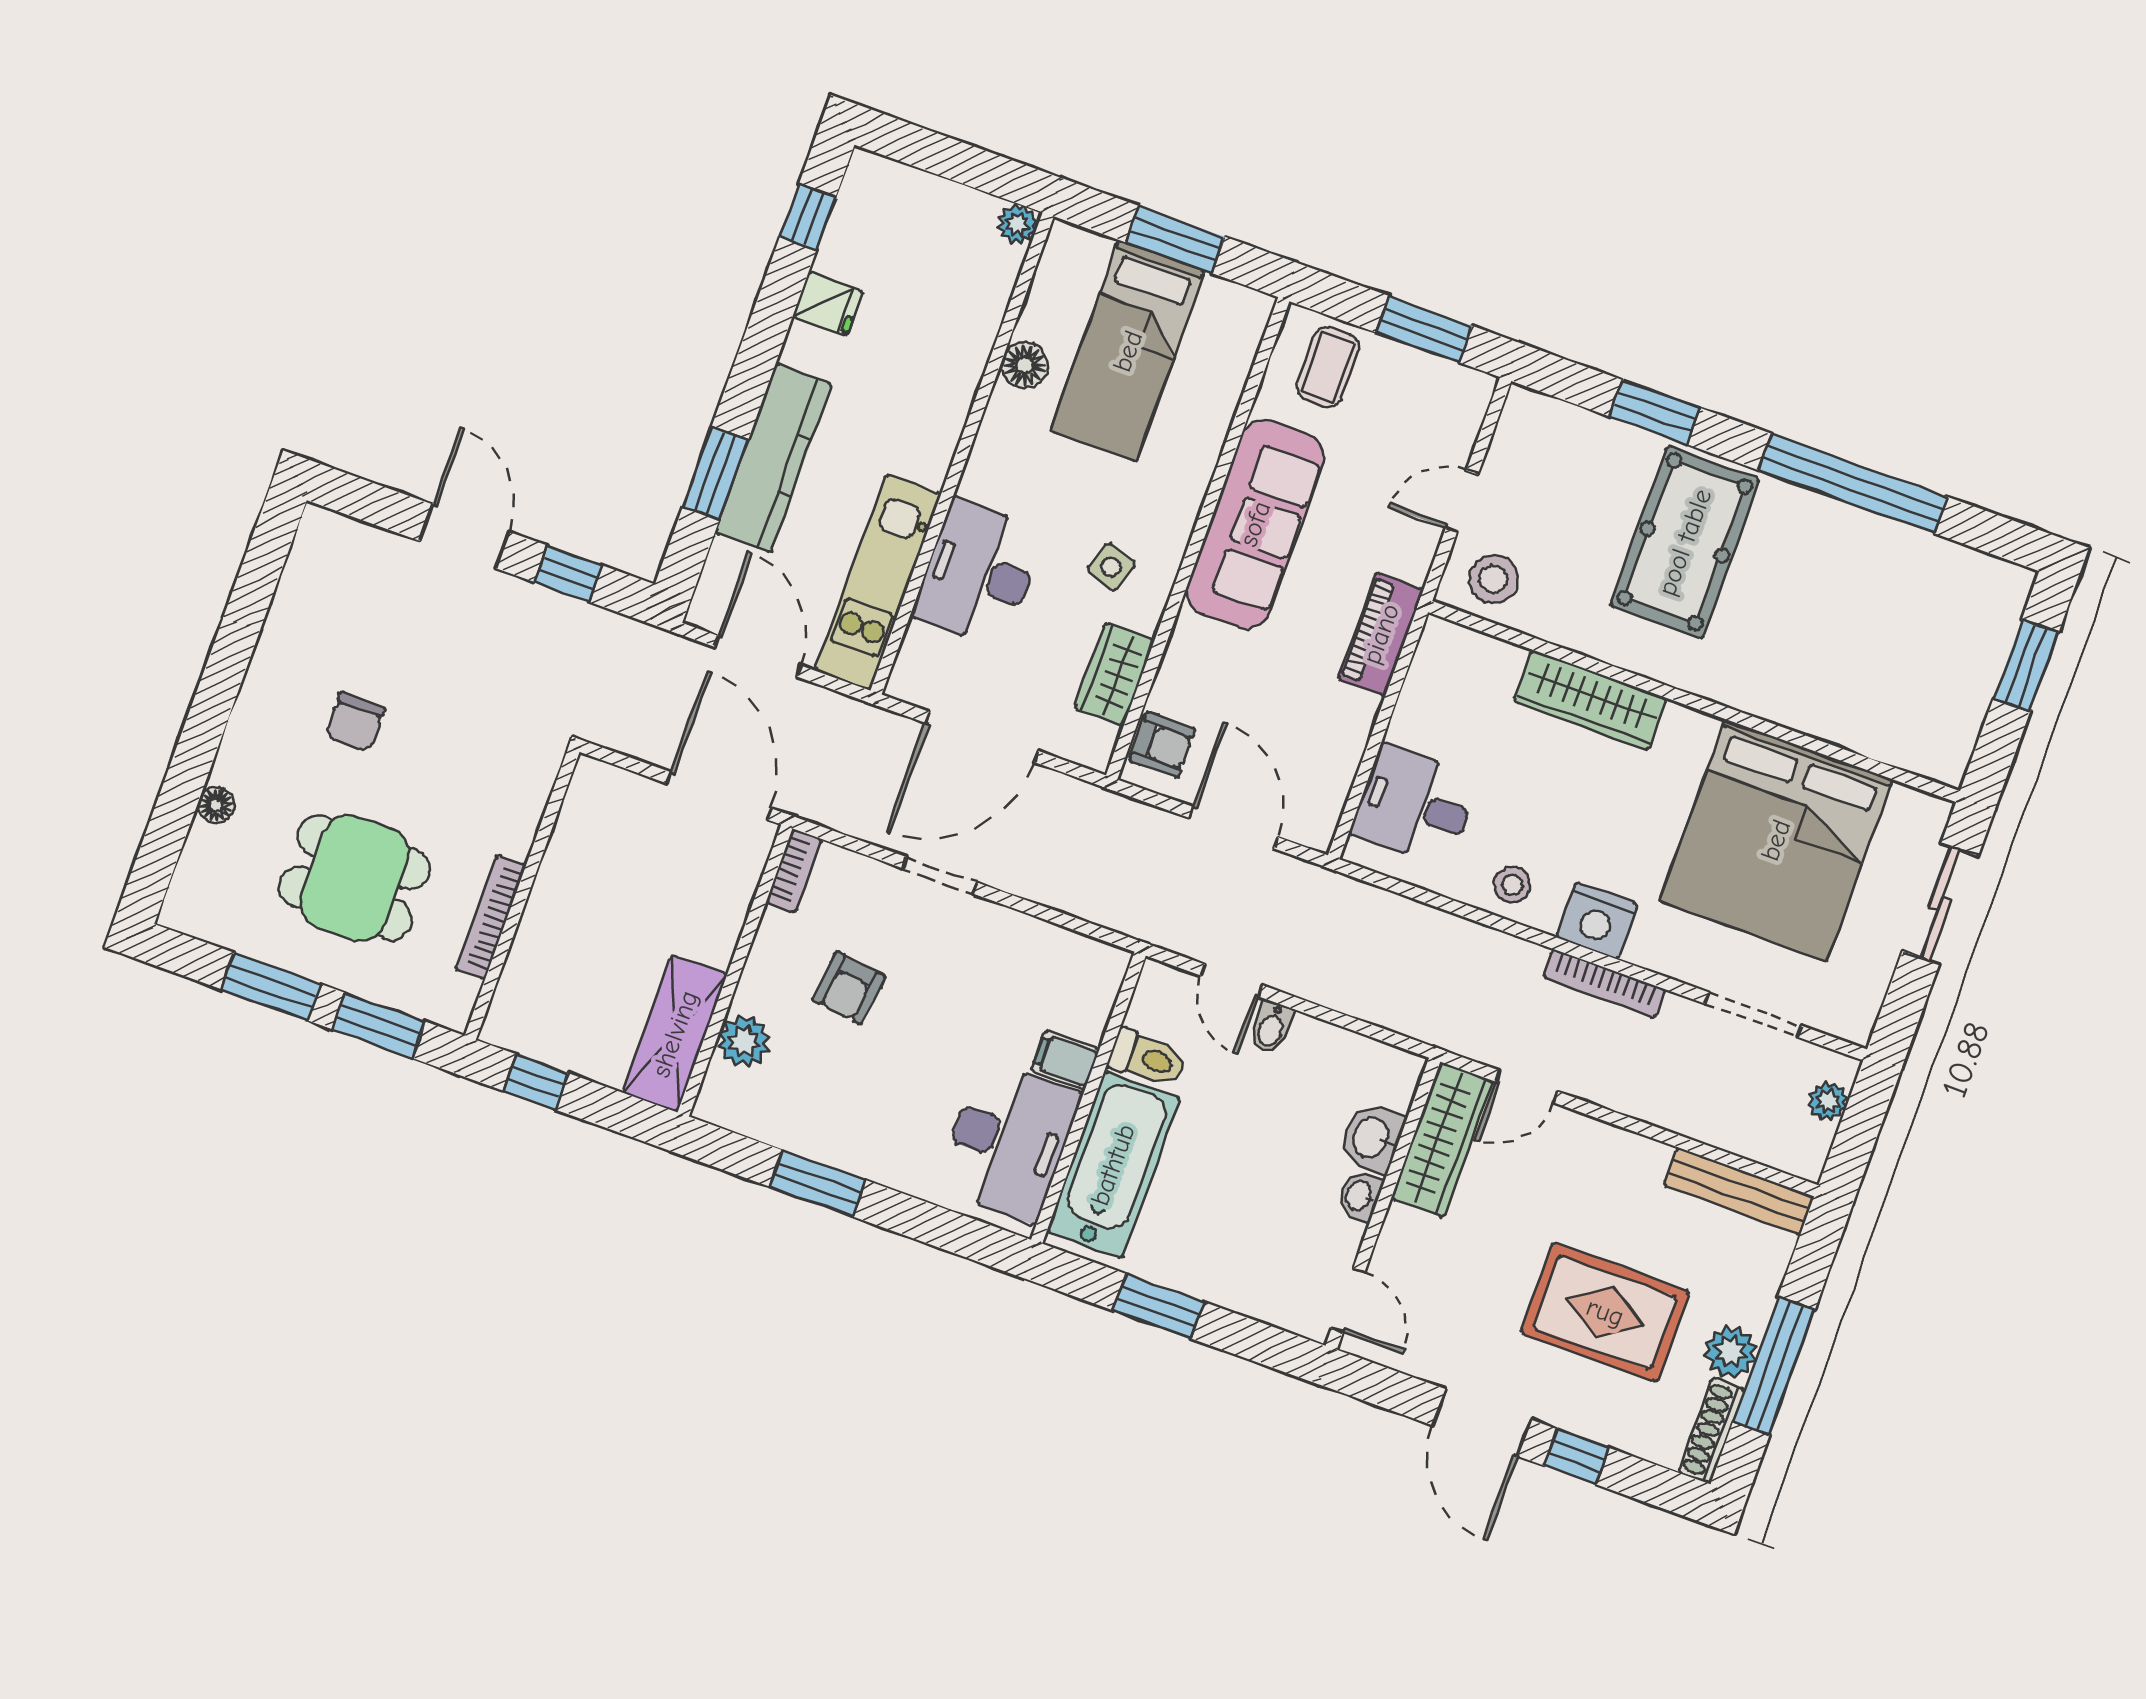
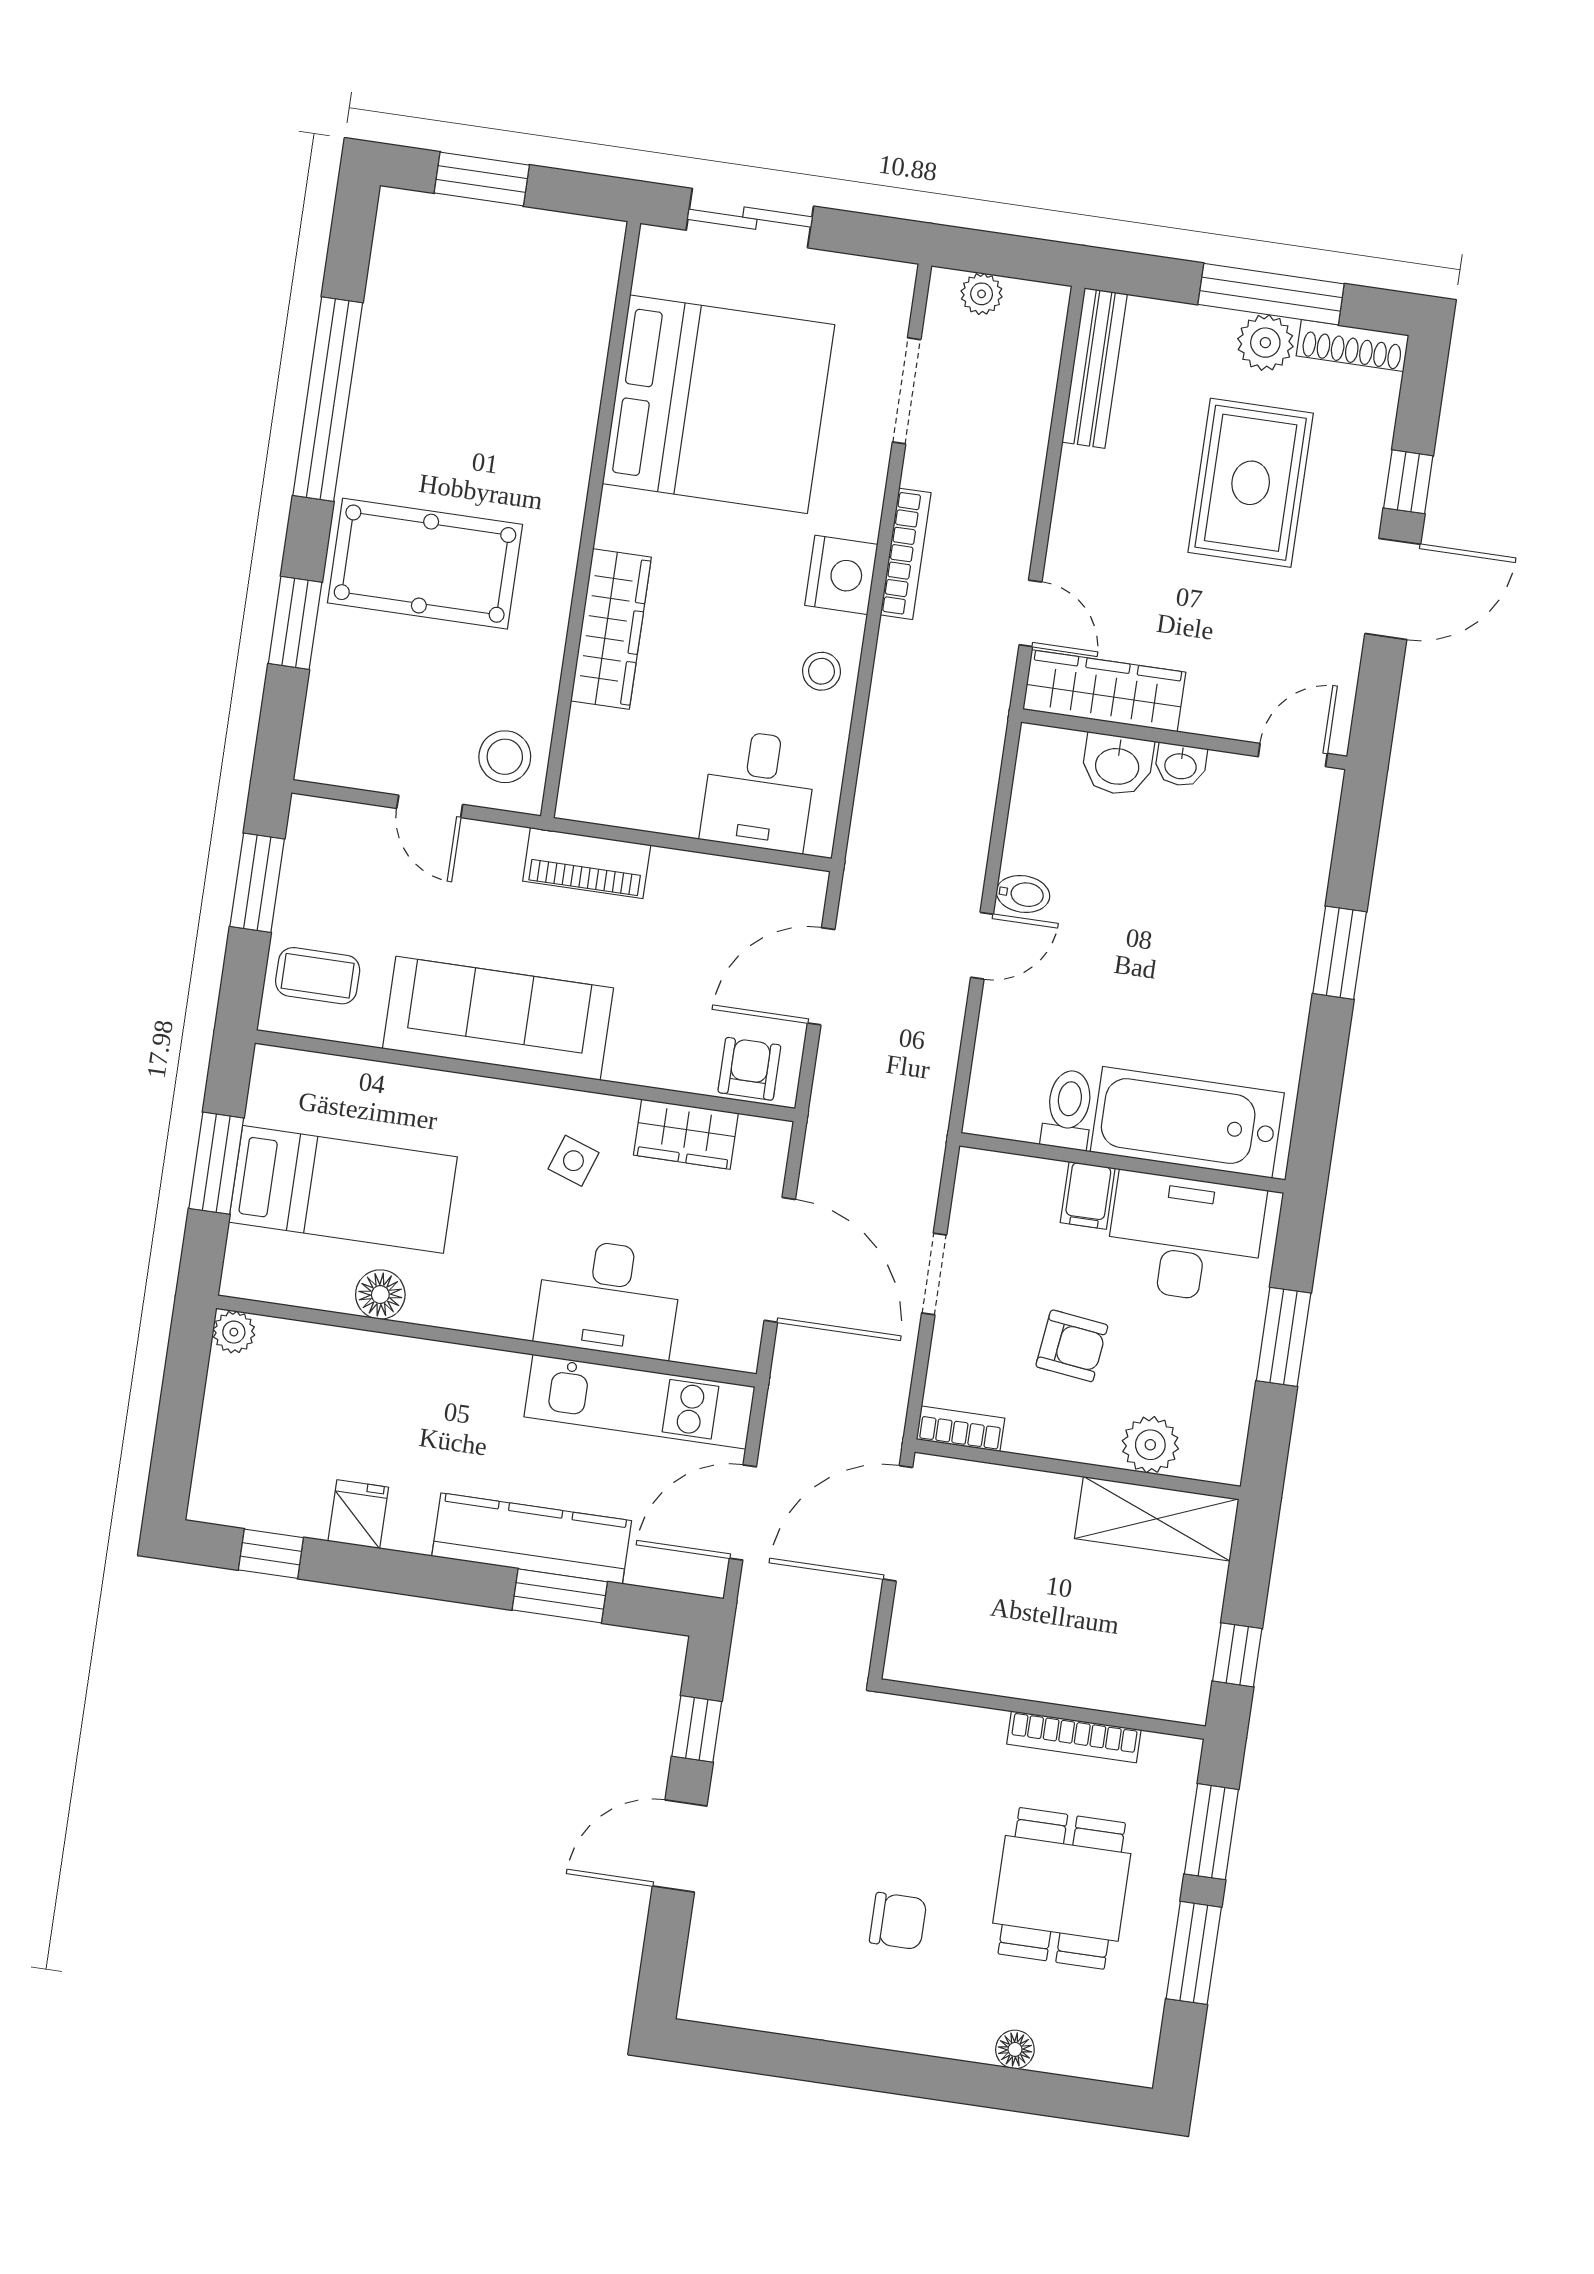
toilet: (1147, 1058) -> (1068, 1110), moved
filing cabinet: (1065, 1060) -> (1088, 1195), moved
wall: (1088, 1098) -> (1122, 1163), moved
desk: (1008, 1141) -> (1185, 1238), moved
bathtub: (1113, 1165) -> (1187, 1122), moved

